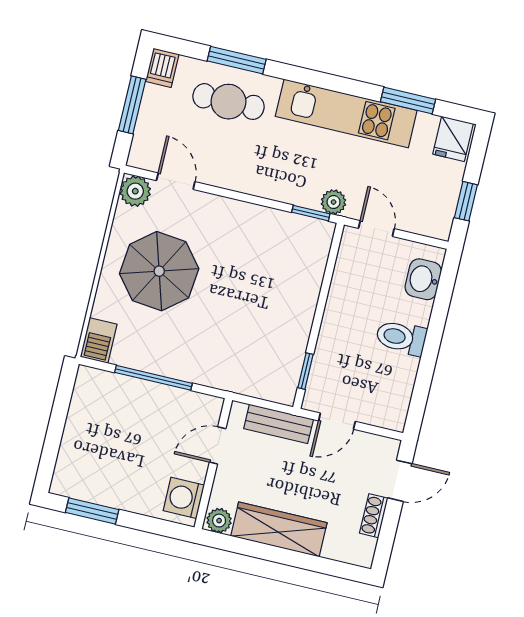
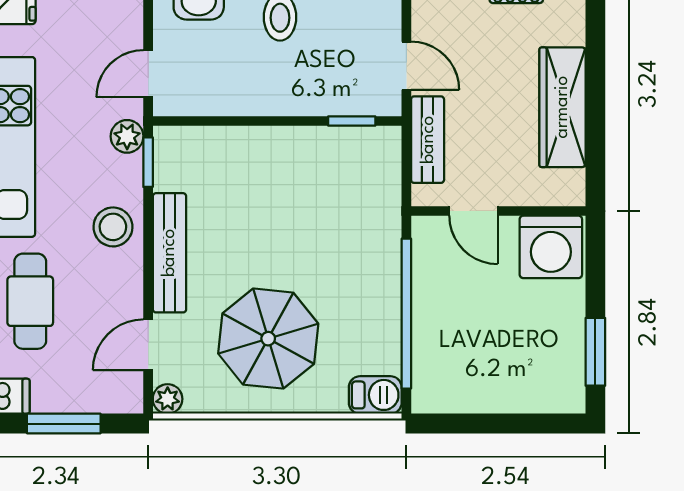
stool: (269, 176) -> (113, 227), added
plant: (135, 191) -> (168, 399), width x0.73, depth x0.73
bench: (240, 213) -> (169, 253), added
window: (154, 378) -> (406, 314), width x1.46
washing machine: (184, 498) -> (551, 247), width x1.37, depth x1.37
plant: (219, 521) -> (569, 186), removed

